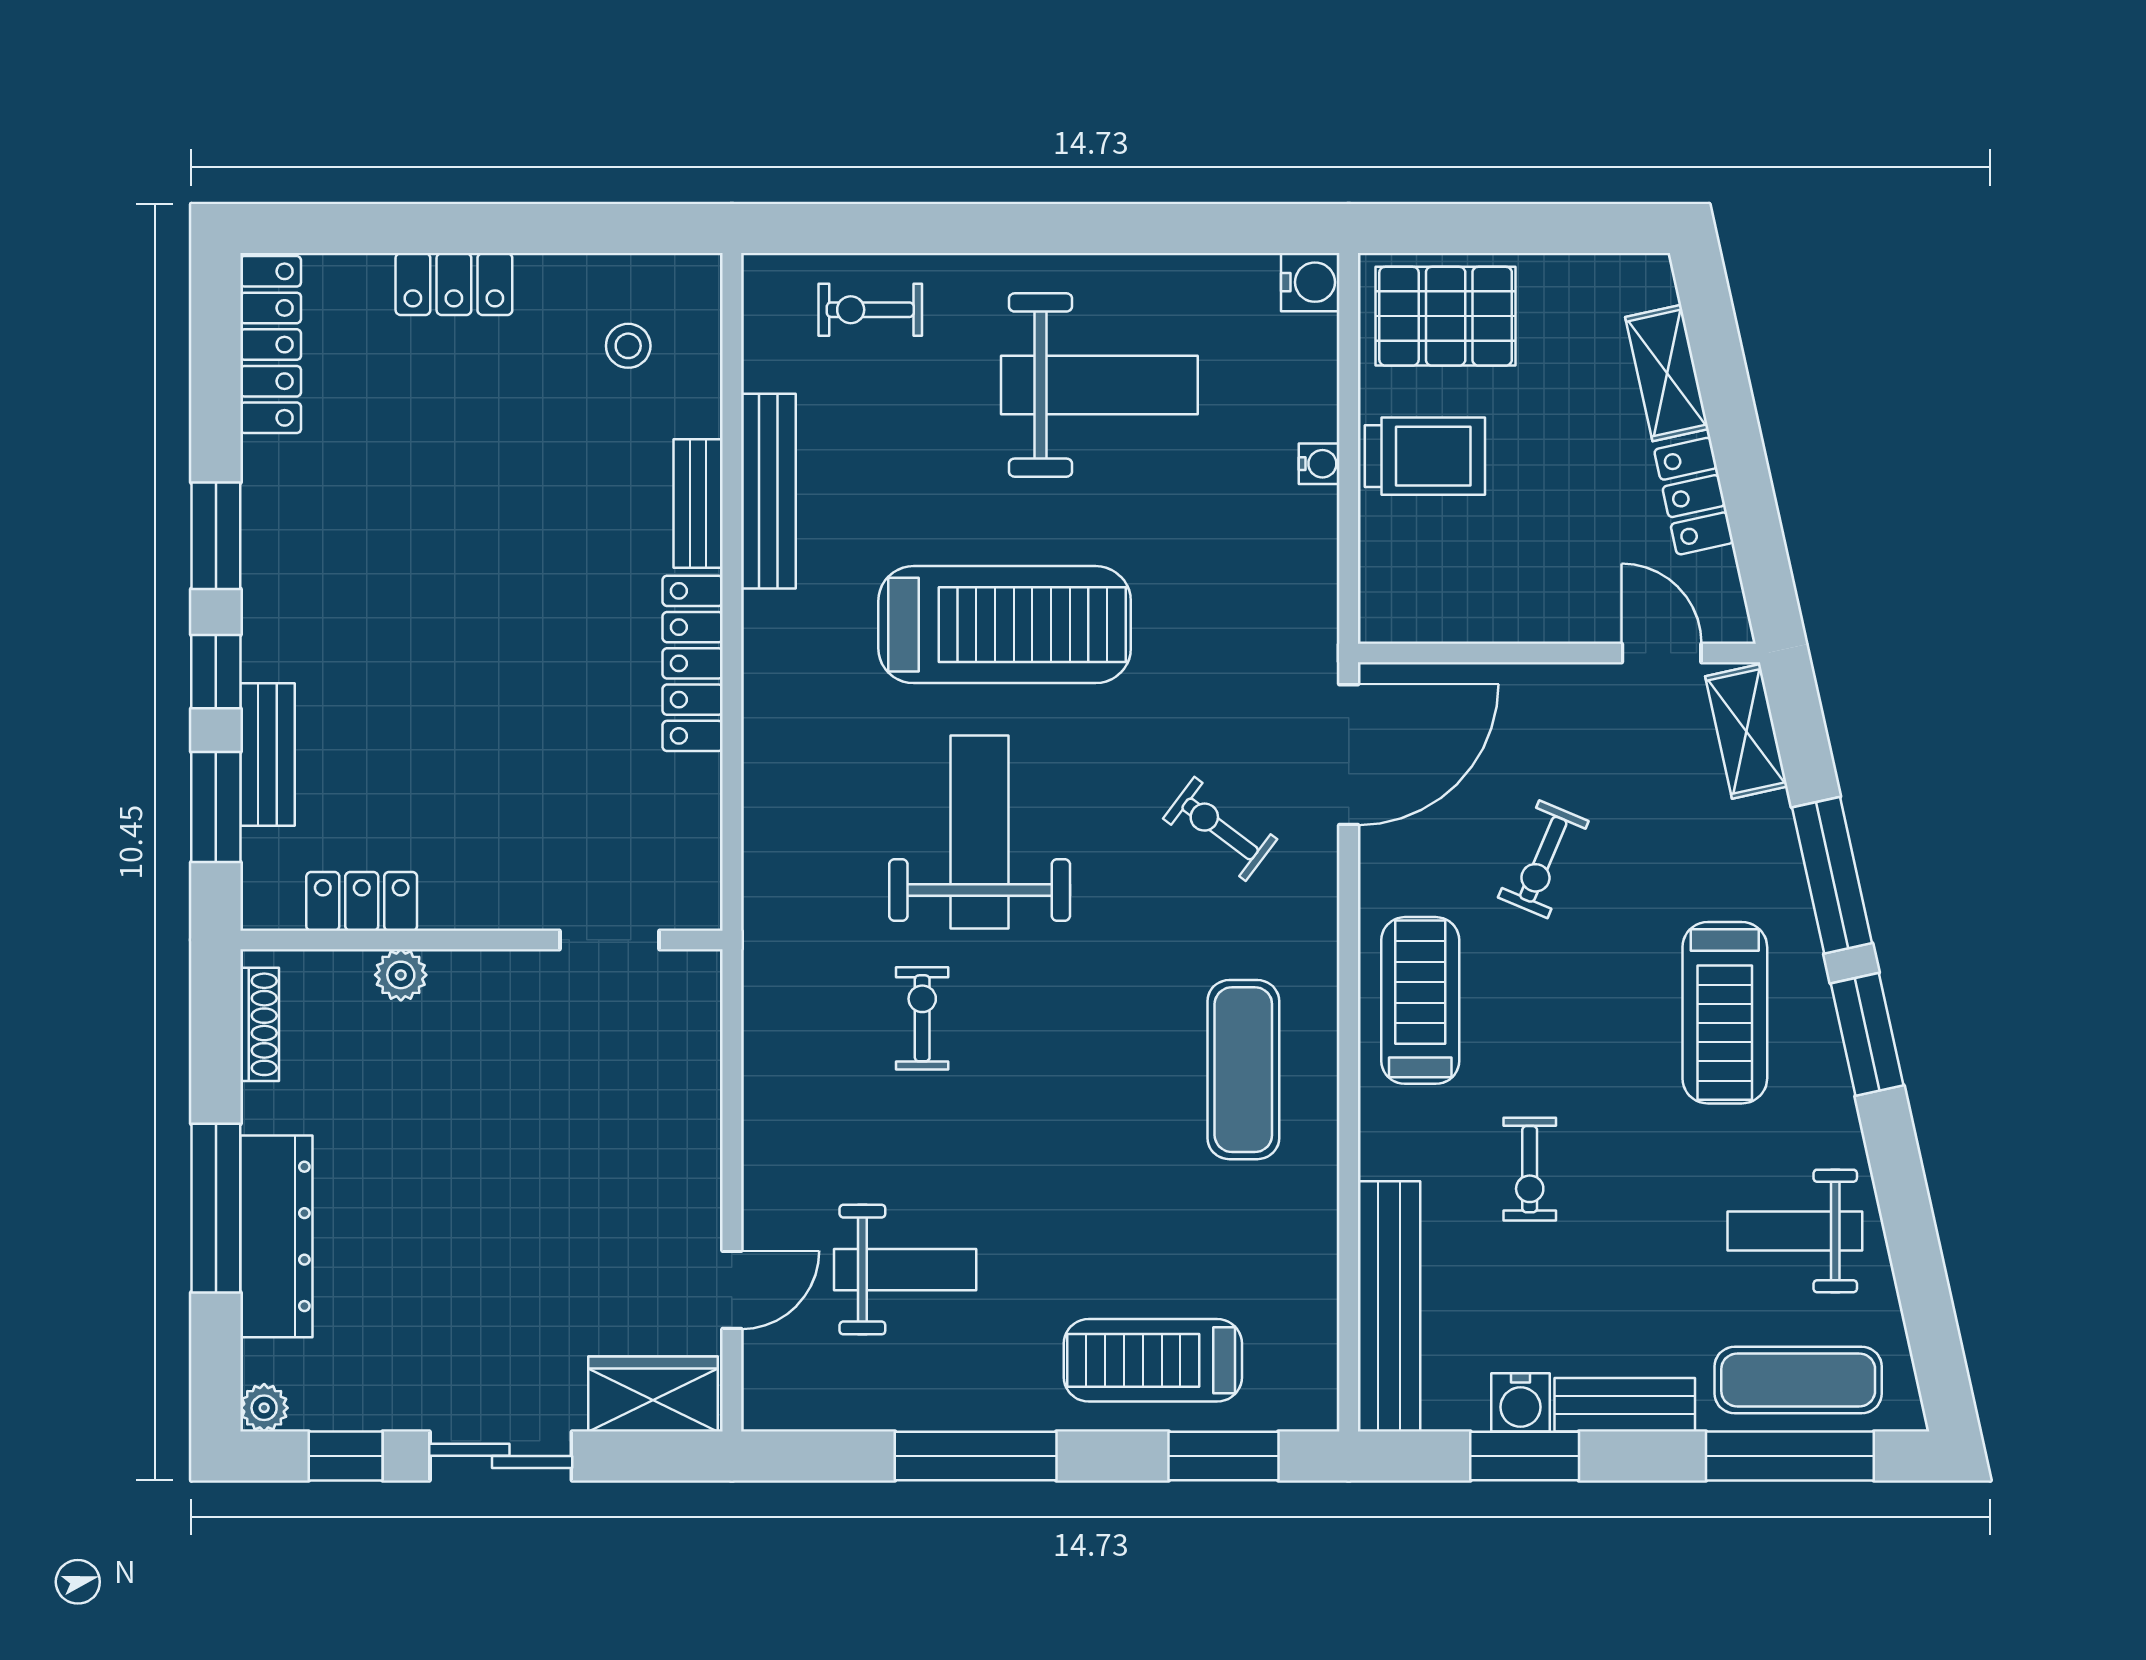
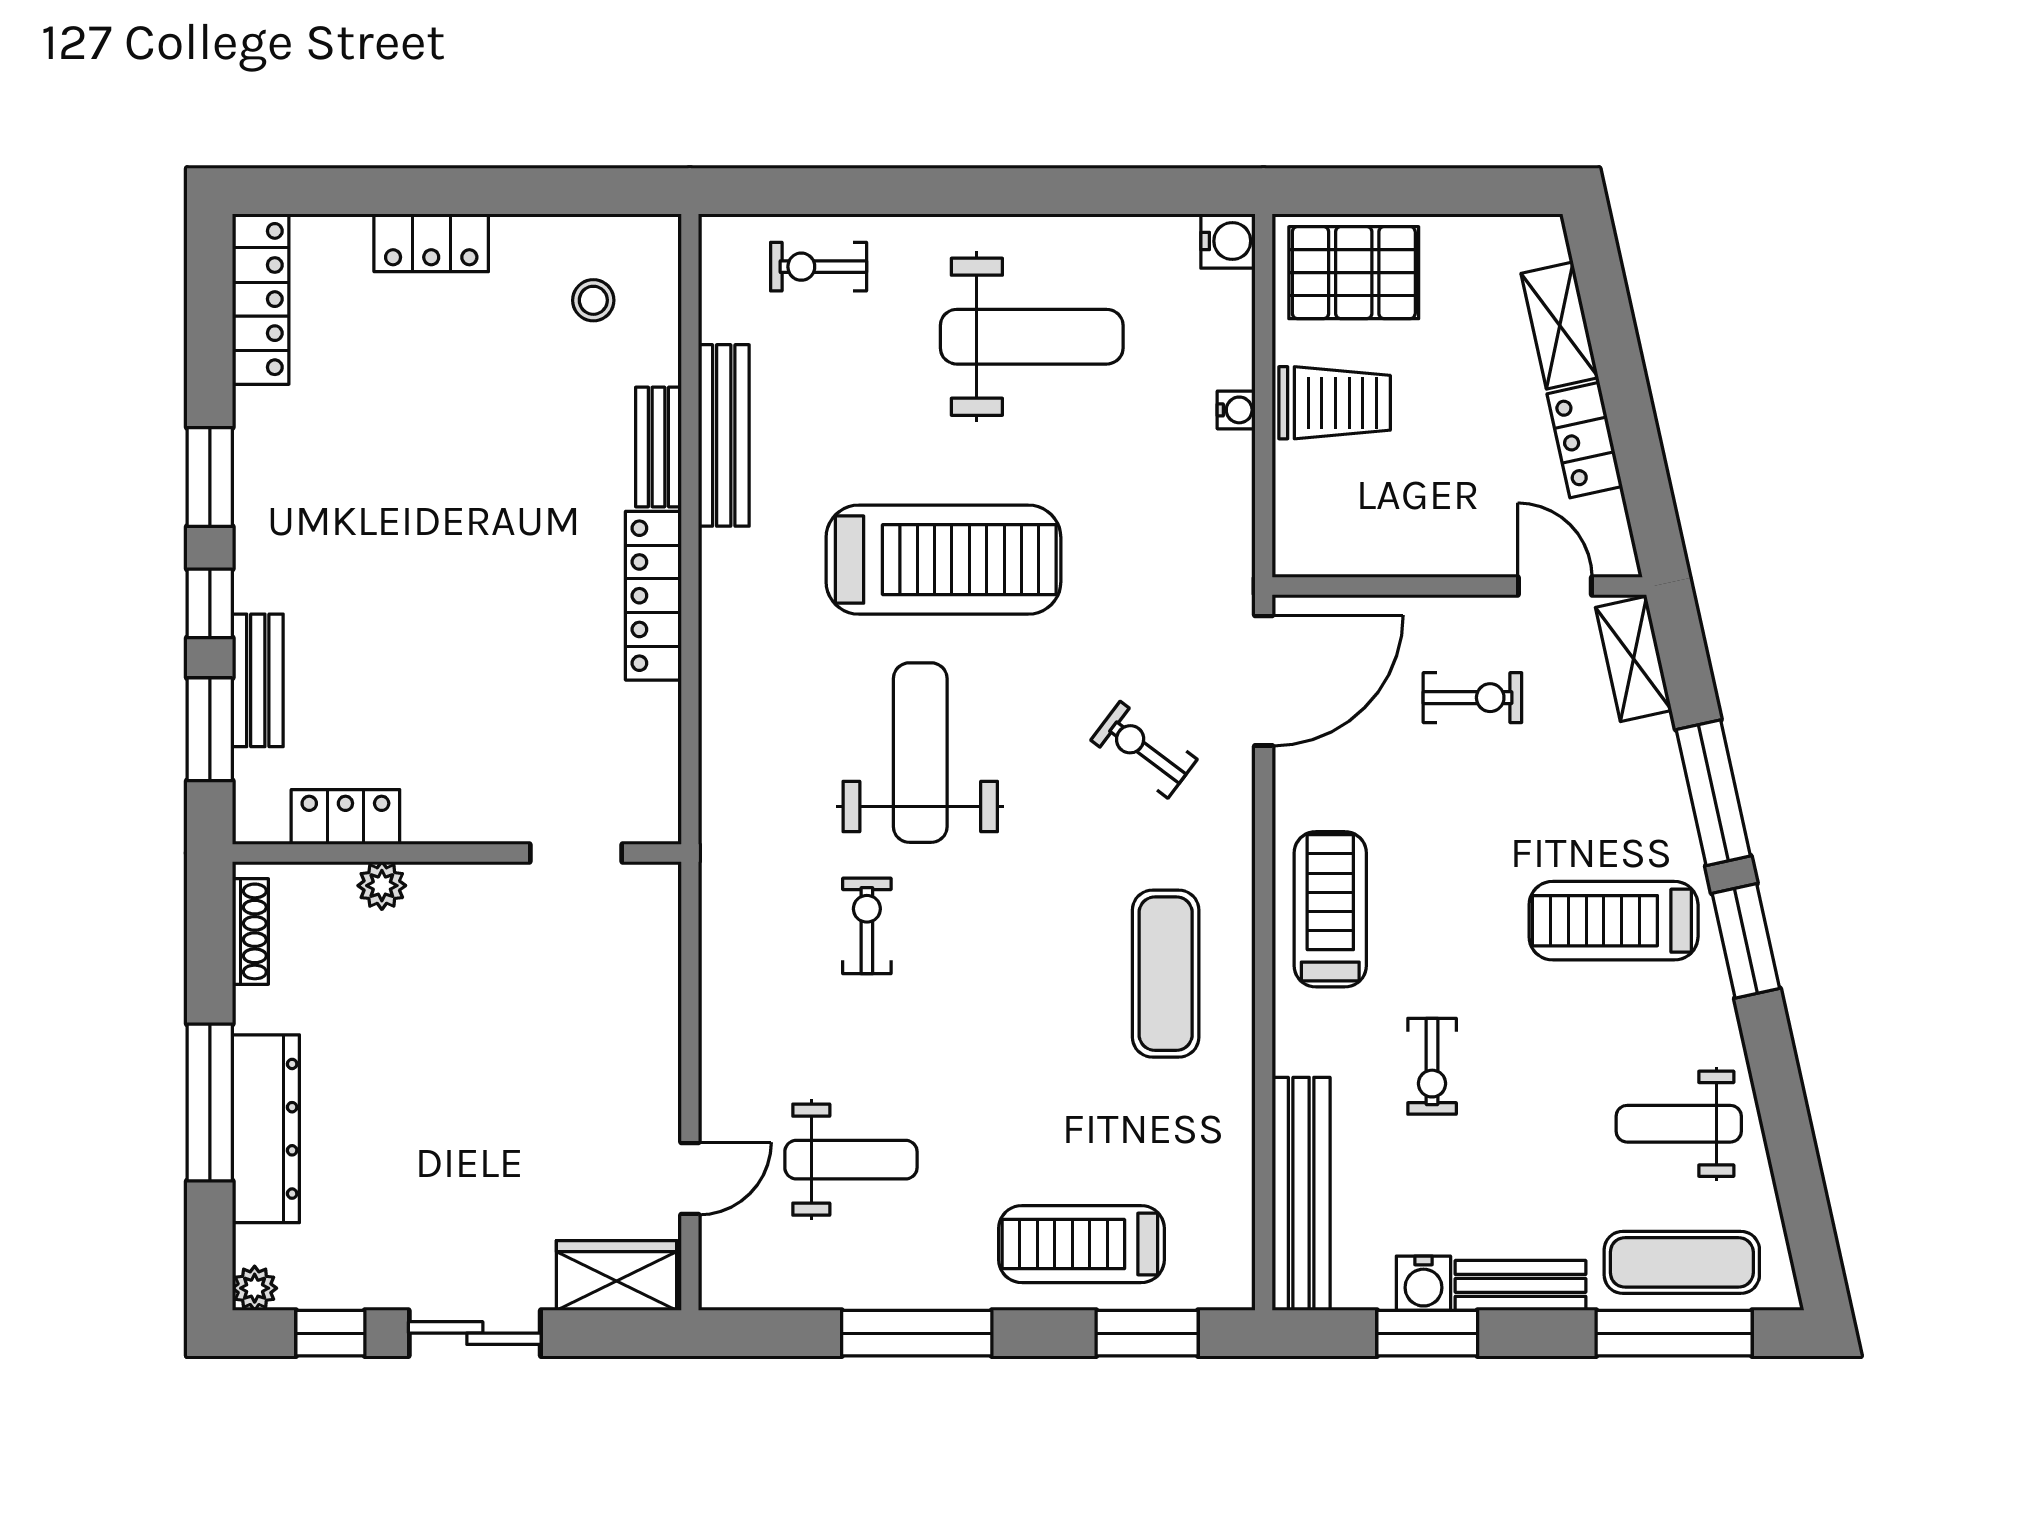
exercise bike: (1543, 859) -> (1472, 698), moved, turned -113
treadmill: (1725, 1013) -> (1614, 921), turned 90

